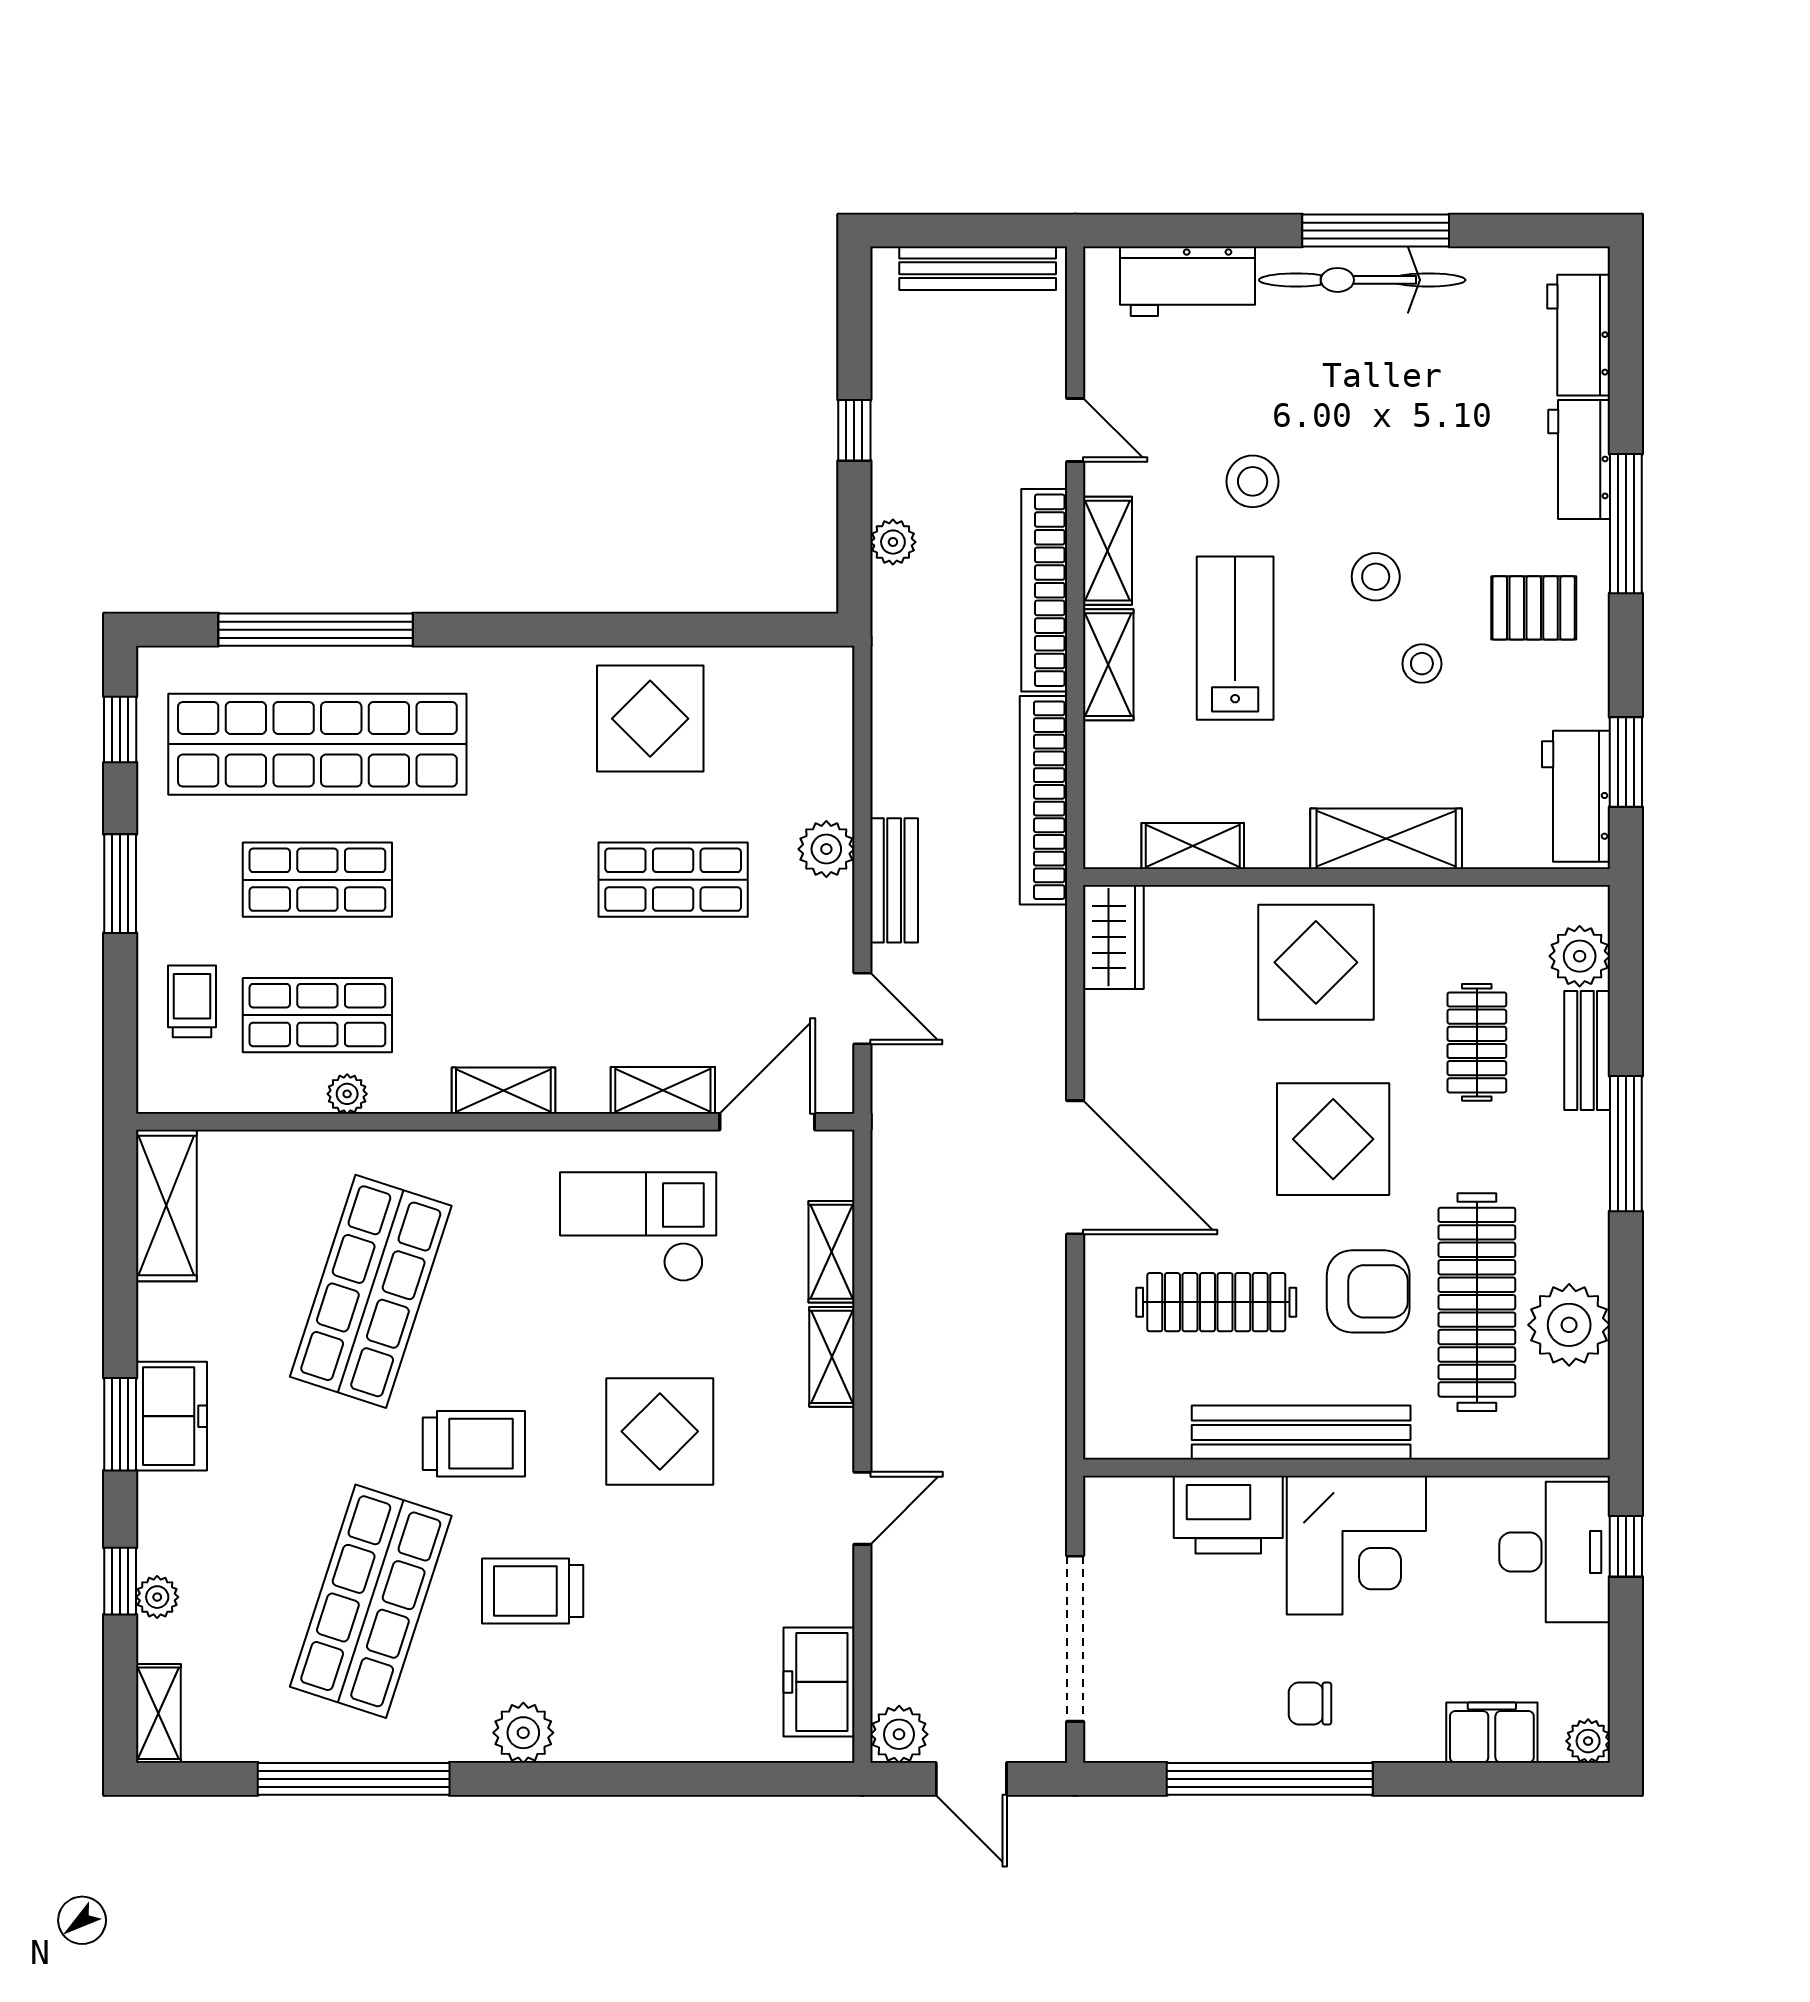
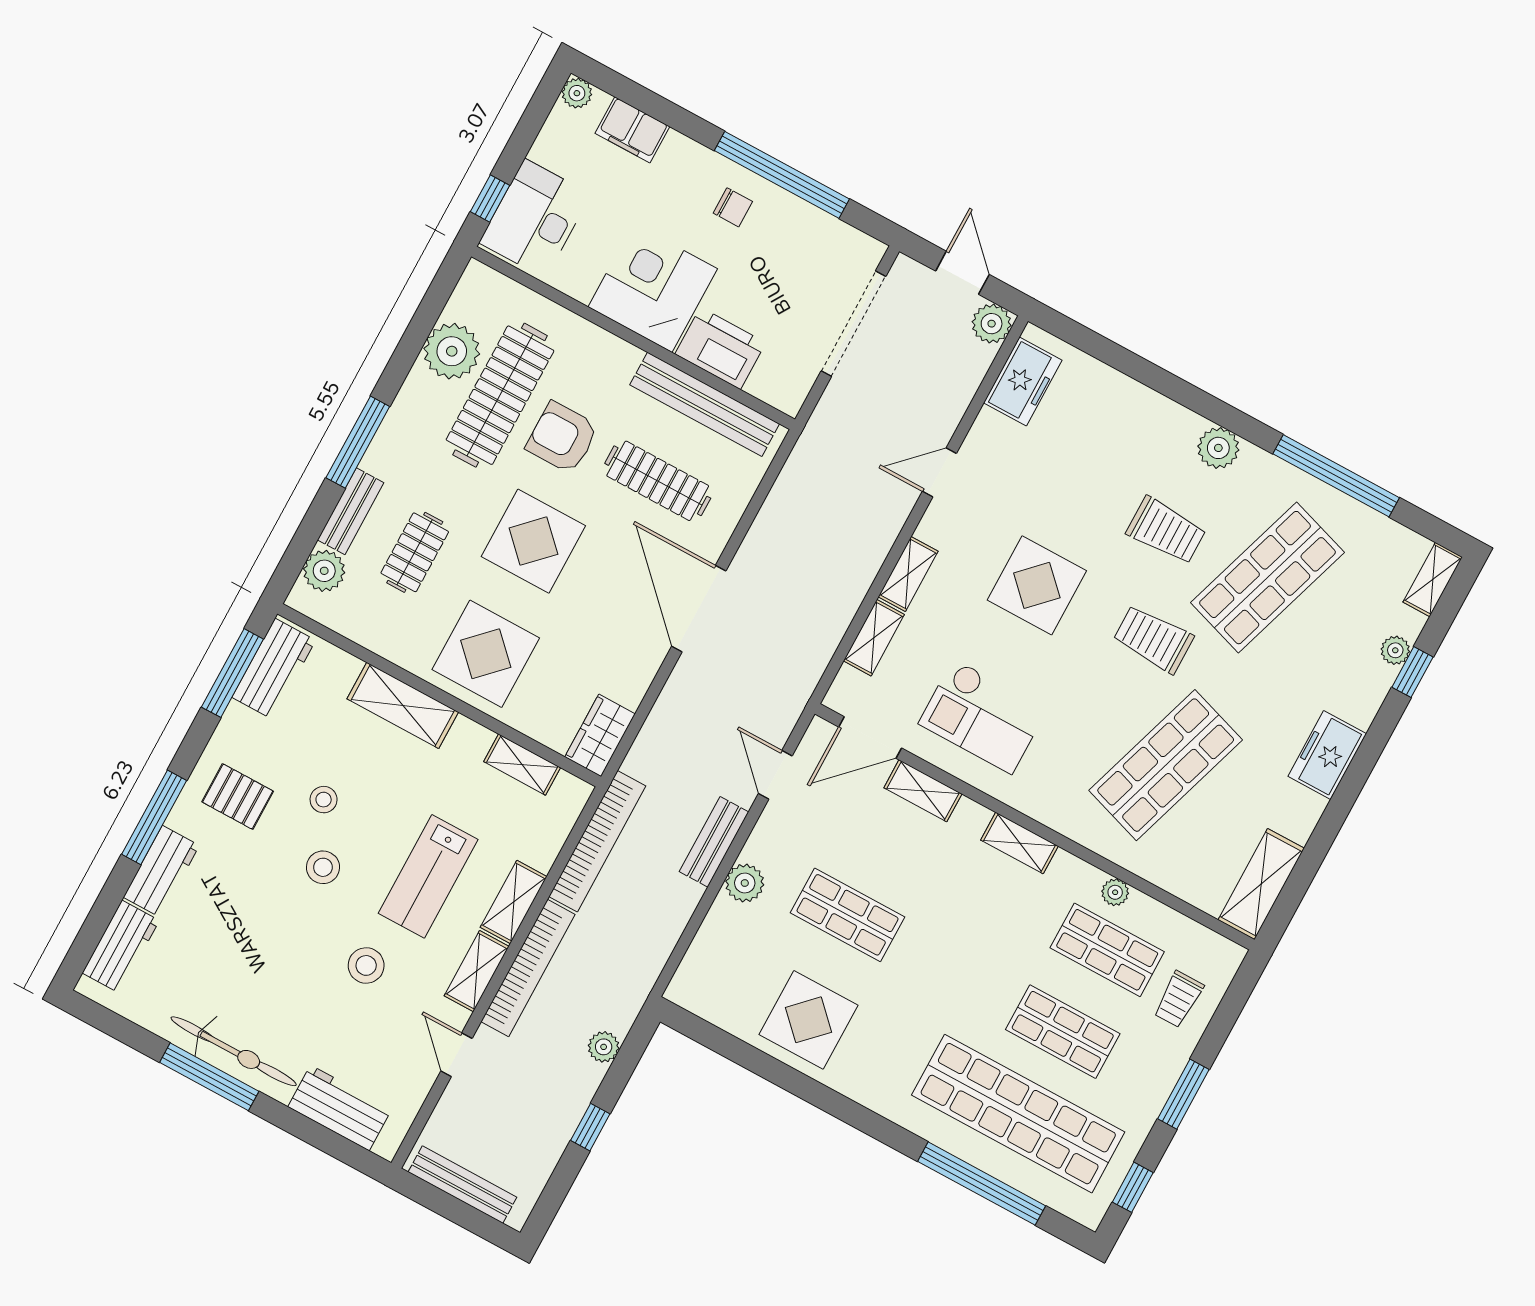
window: (1626, 762) -> (232, 673), width x1.44
window: (120, 1424) -> (1361, 767), removed
bench: (1301, 1432) -> (705, 404), moved

